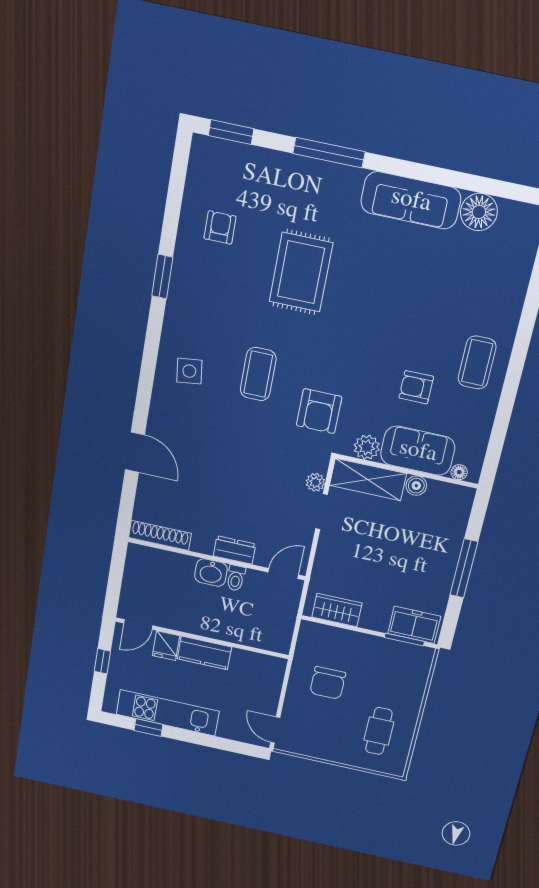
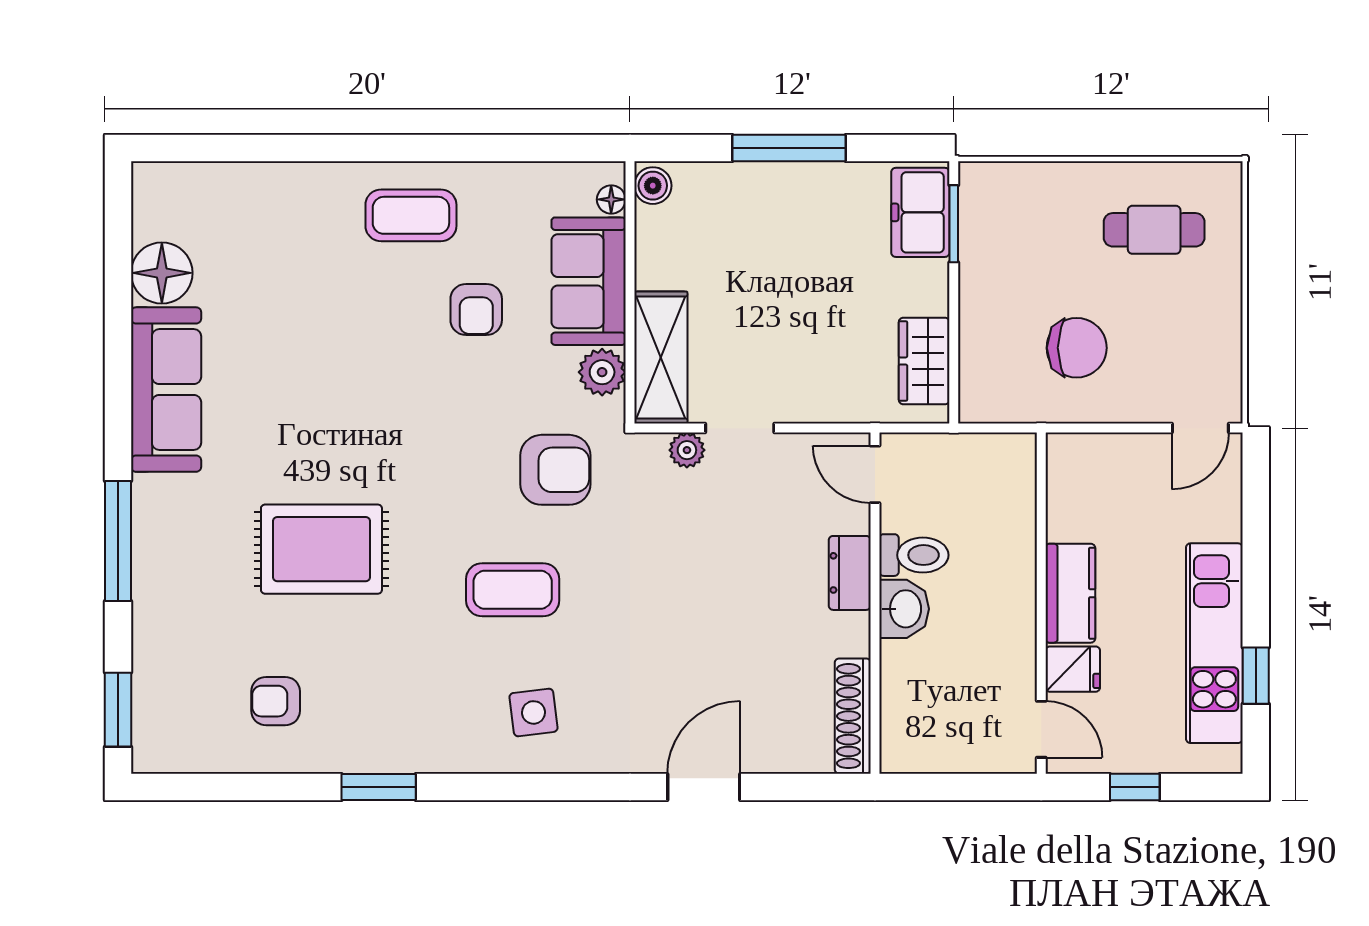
boiler: (416, 486) -> (653, 186), moved
toilet: (236, 578) -> (914, 555), width x1.37, depth x1.39

